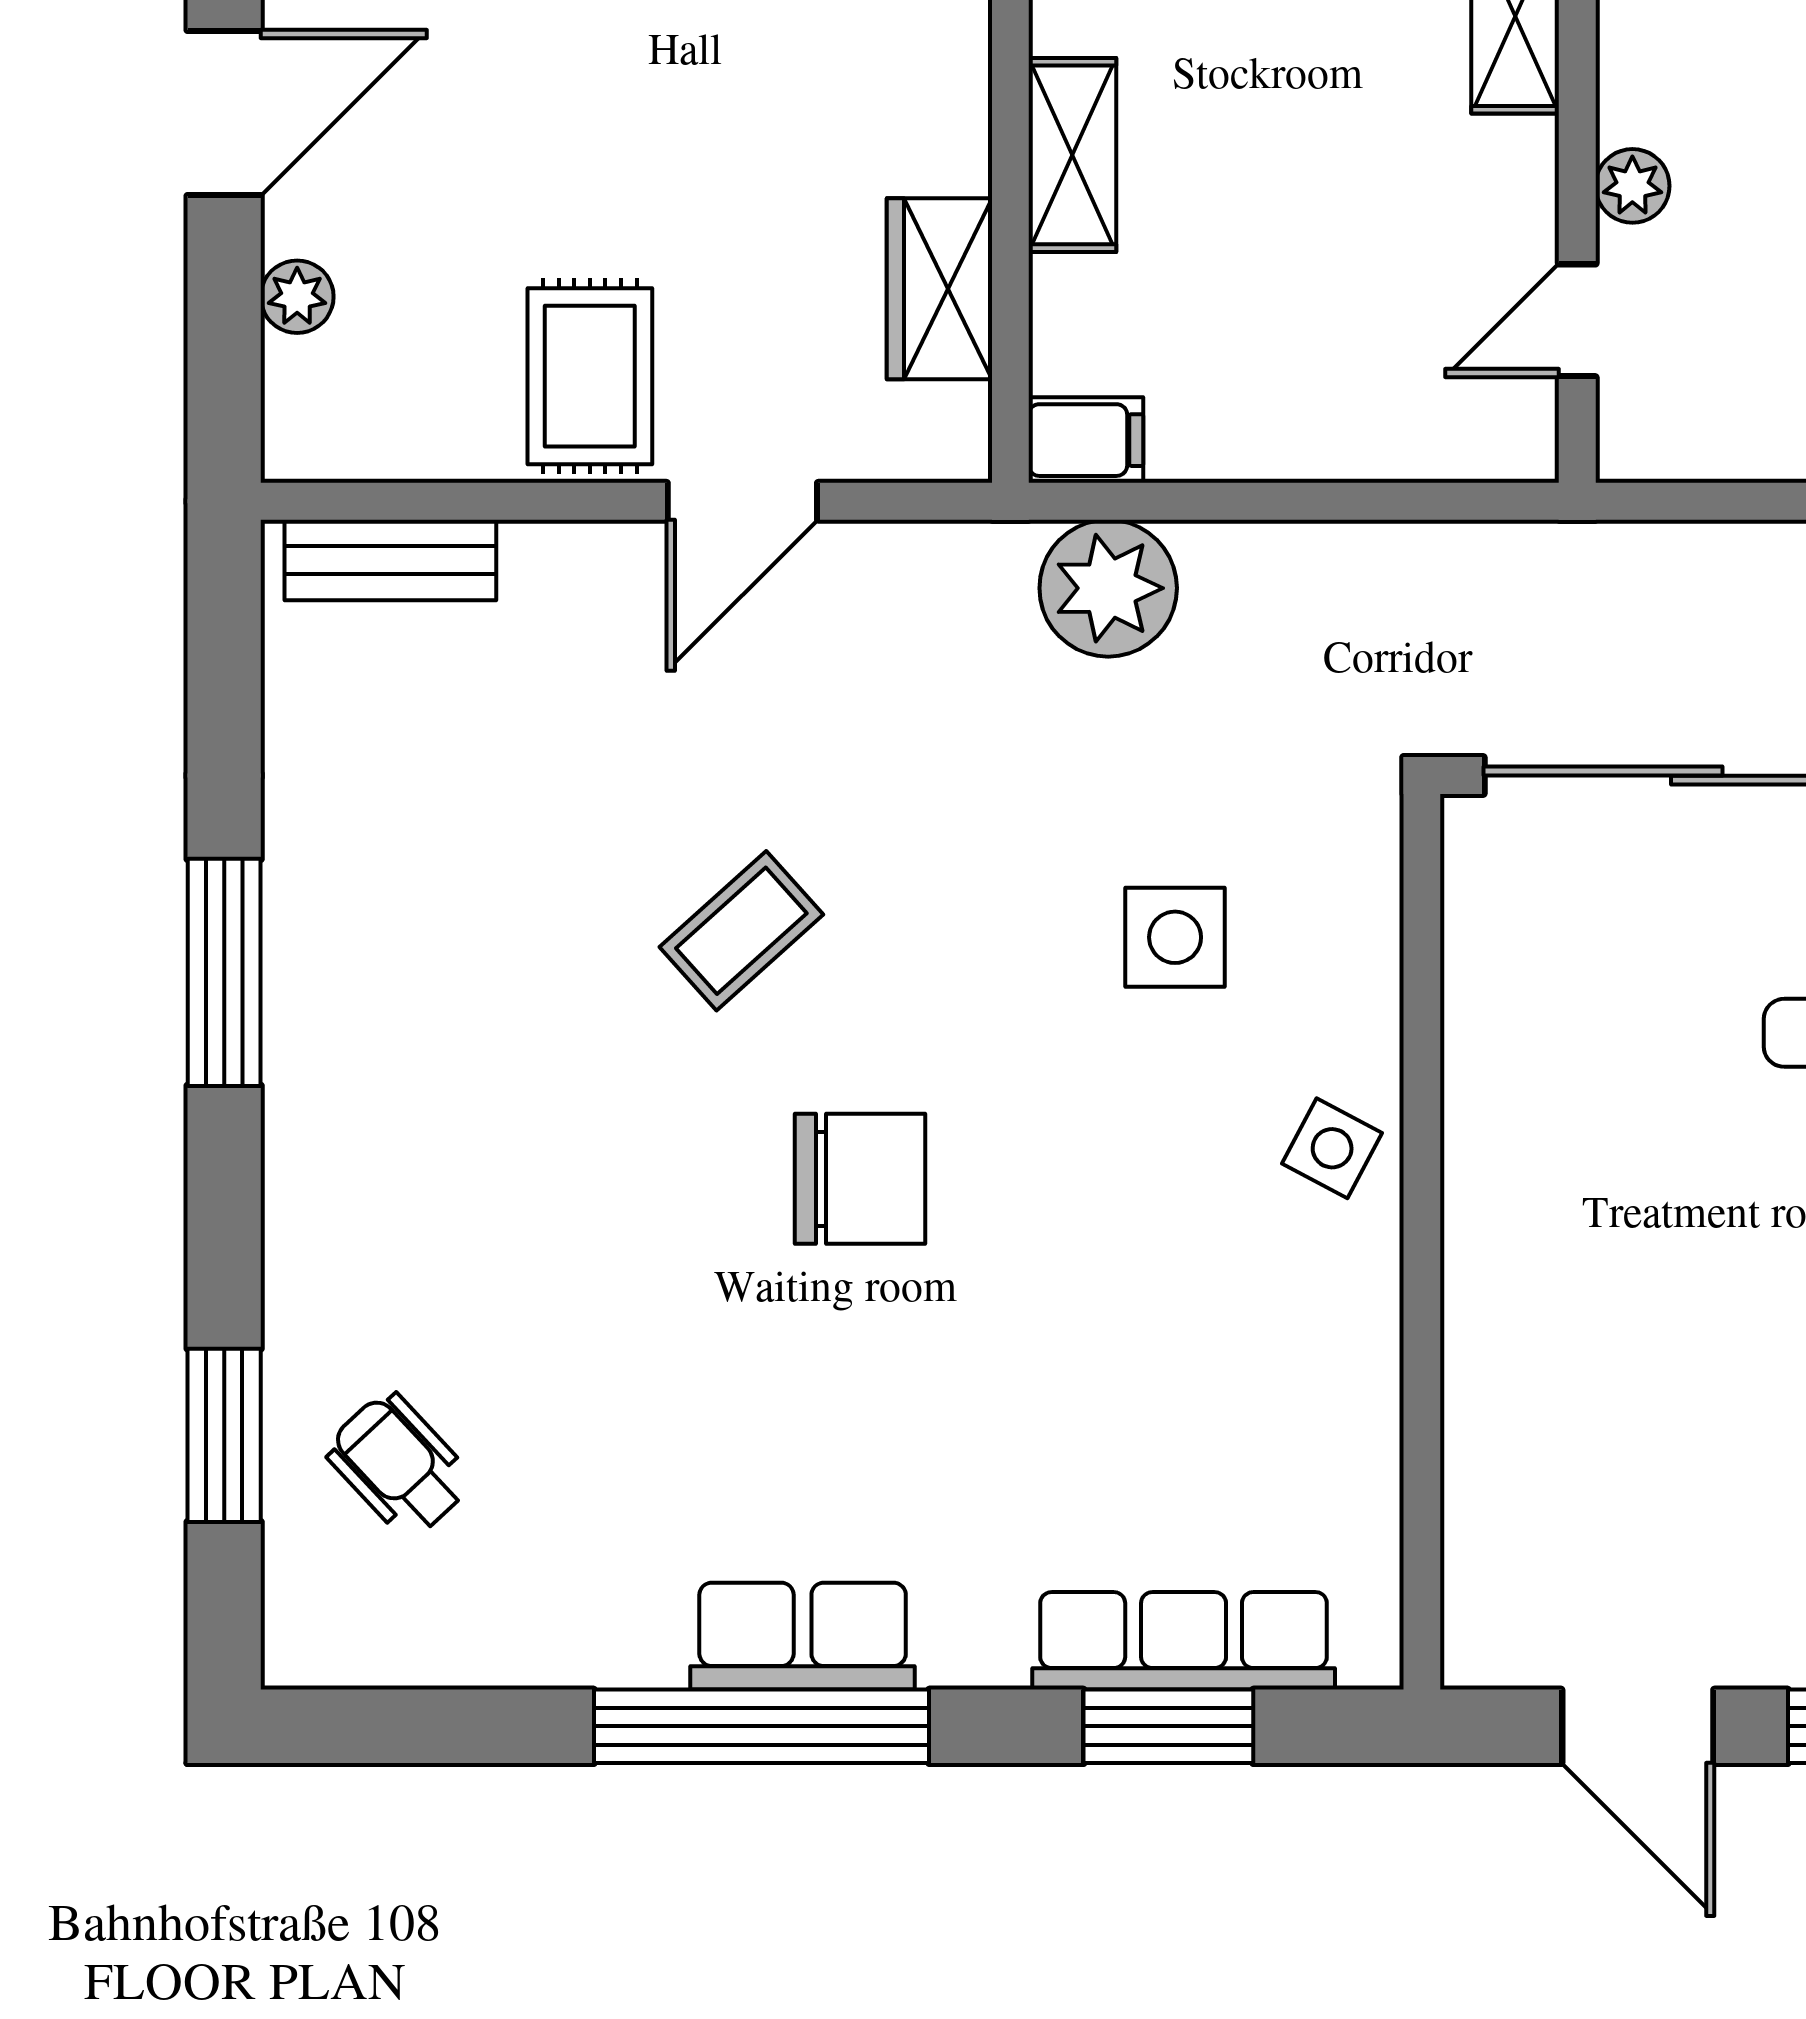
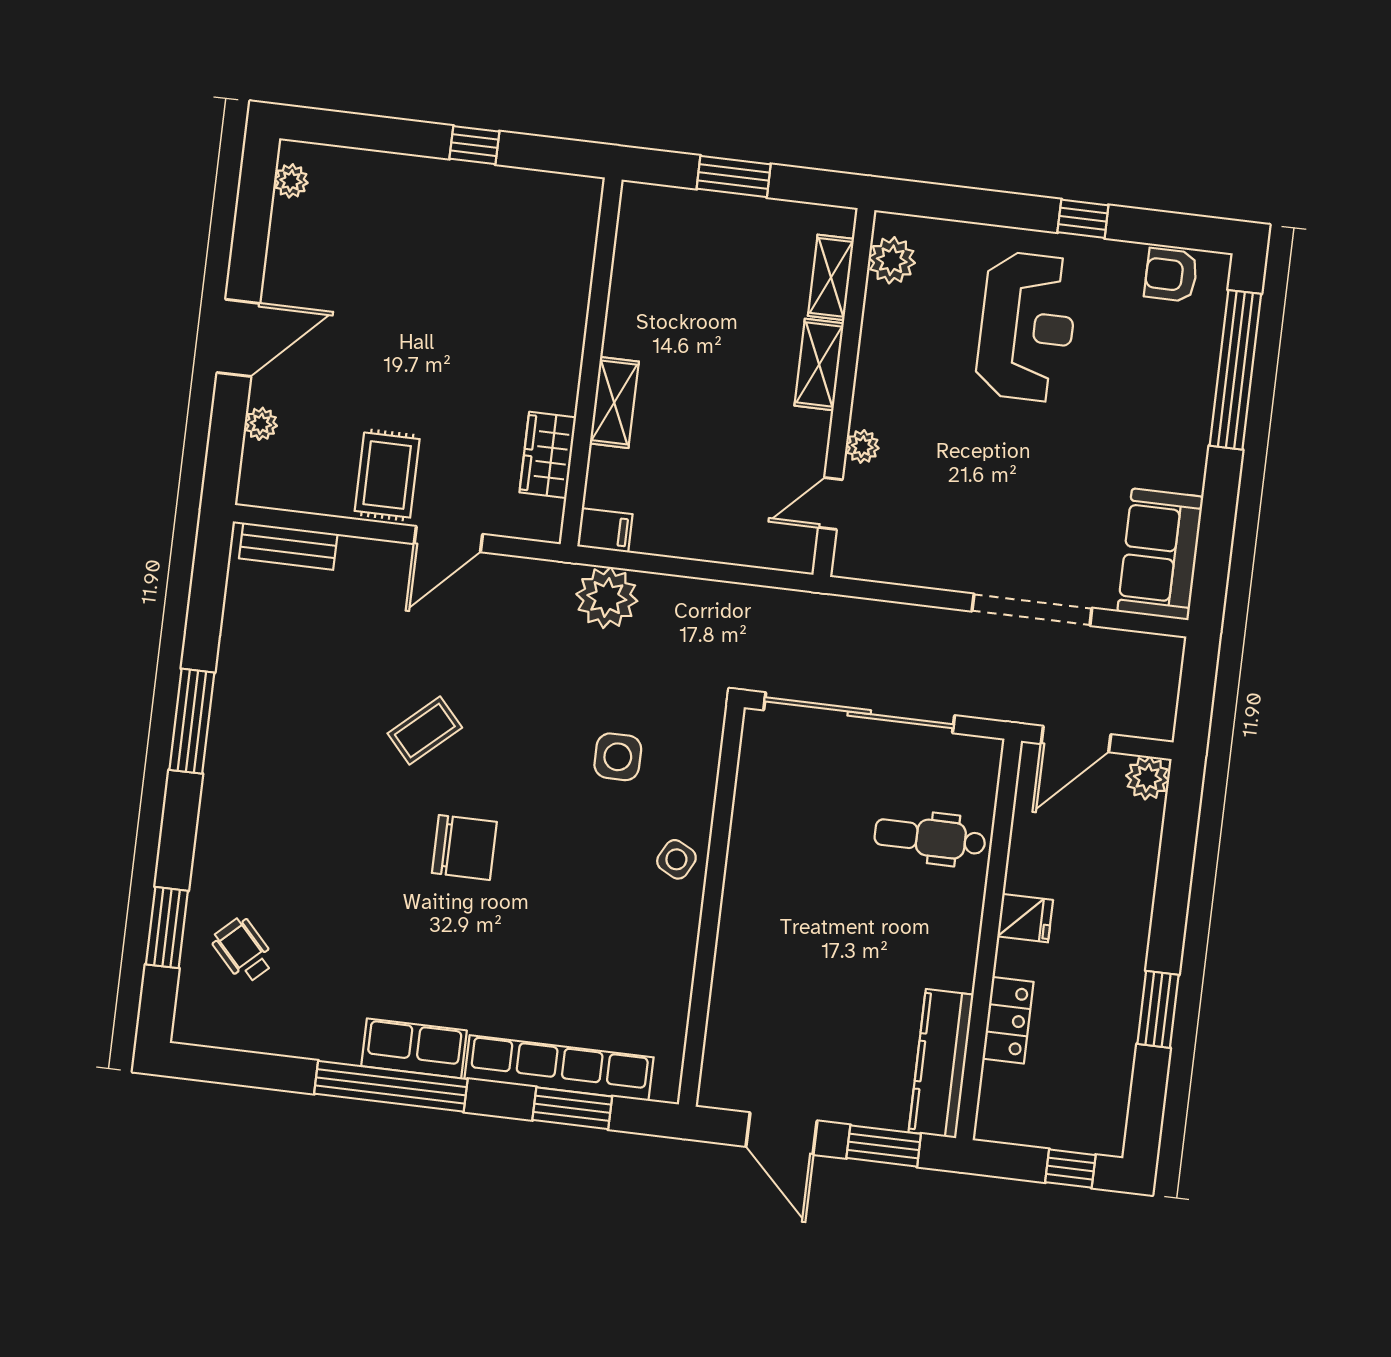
row of seats: (1184, 1641) -> (559, 1068), width x1.36

